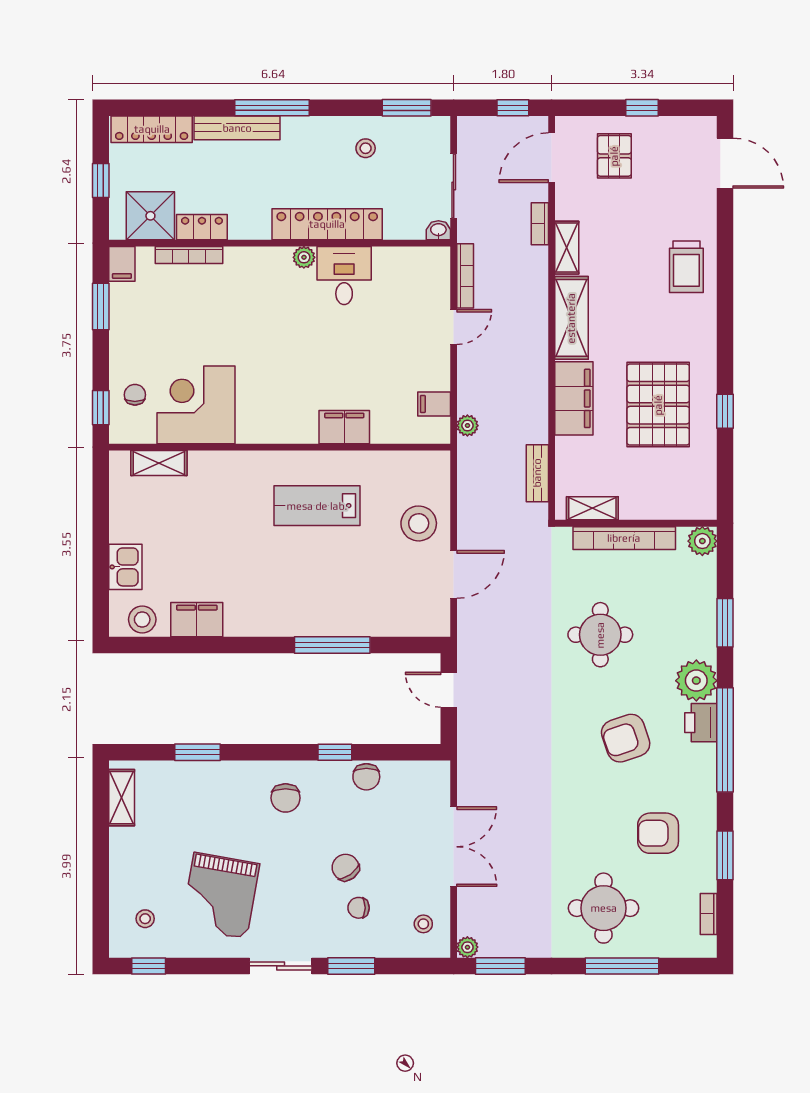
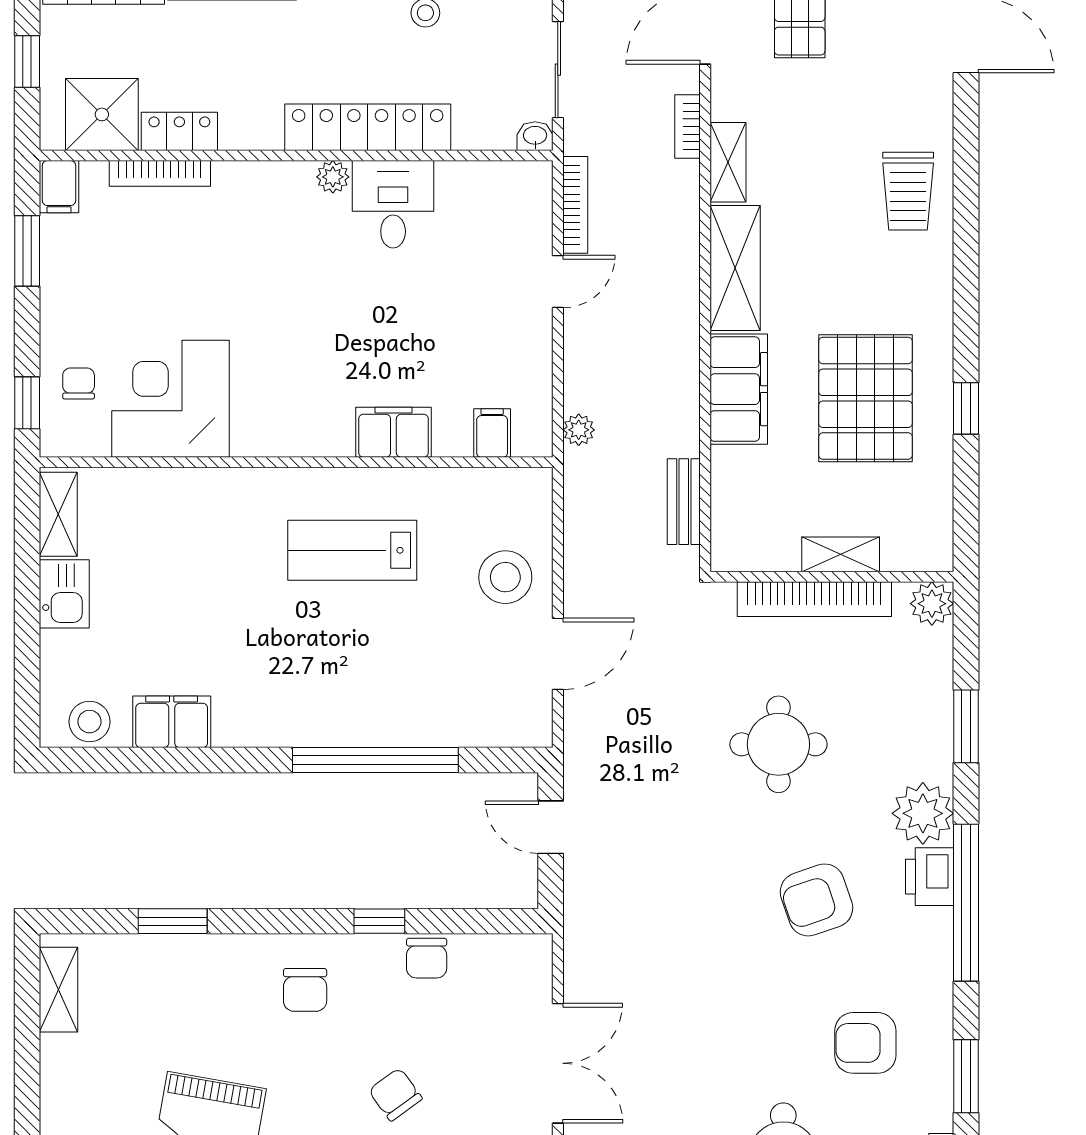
filing cabinet: (434, 404) -> (492, 433), moved, turned 90
shelving: (159, 463) -> (58, 514), moved, turned 90
shelving: (592, 508) -> (841, 554), moved
kitchen sink: (125, 567) -> (64, 594), moved
window: (332, 645) -> (375, 760), width x1.46

